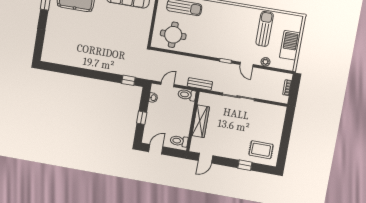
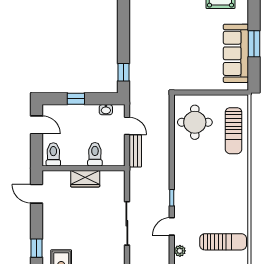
bench: (200, 84) -> (135, 151), moved
toilet: (187, 95) -> (95, 154), moved
wardrobe: (201, 121) -> (85, 179), width x0.67

